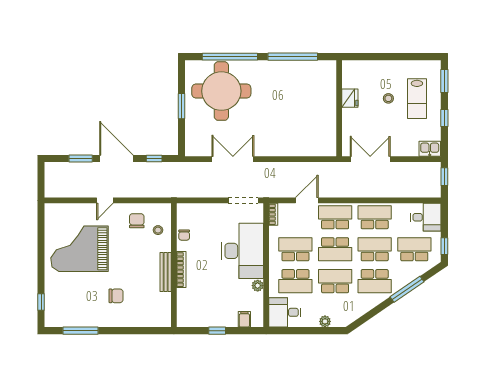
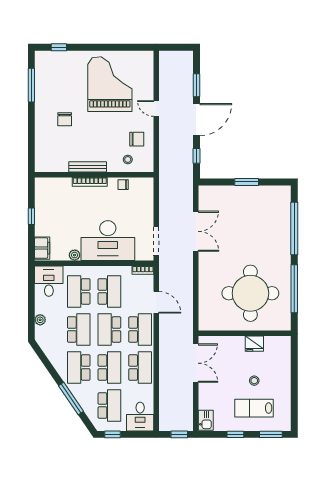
round table: (221, 91) -> (250, 293), moved
filing cabinet: (244, 319) -> (42, 248), width x2.00

